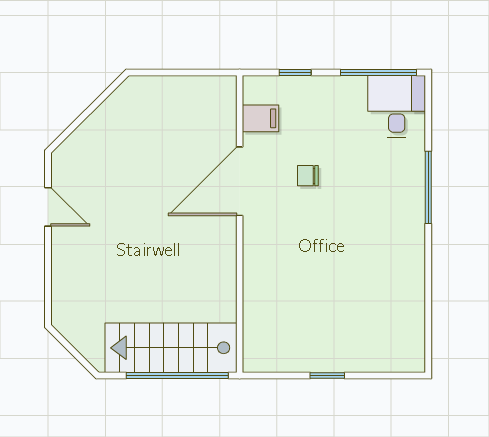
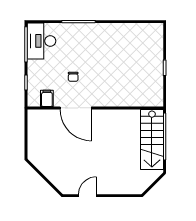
desk: (397, 106) -> (41, 41), width x1.37

